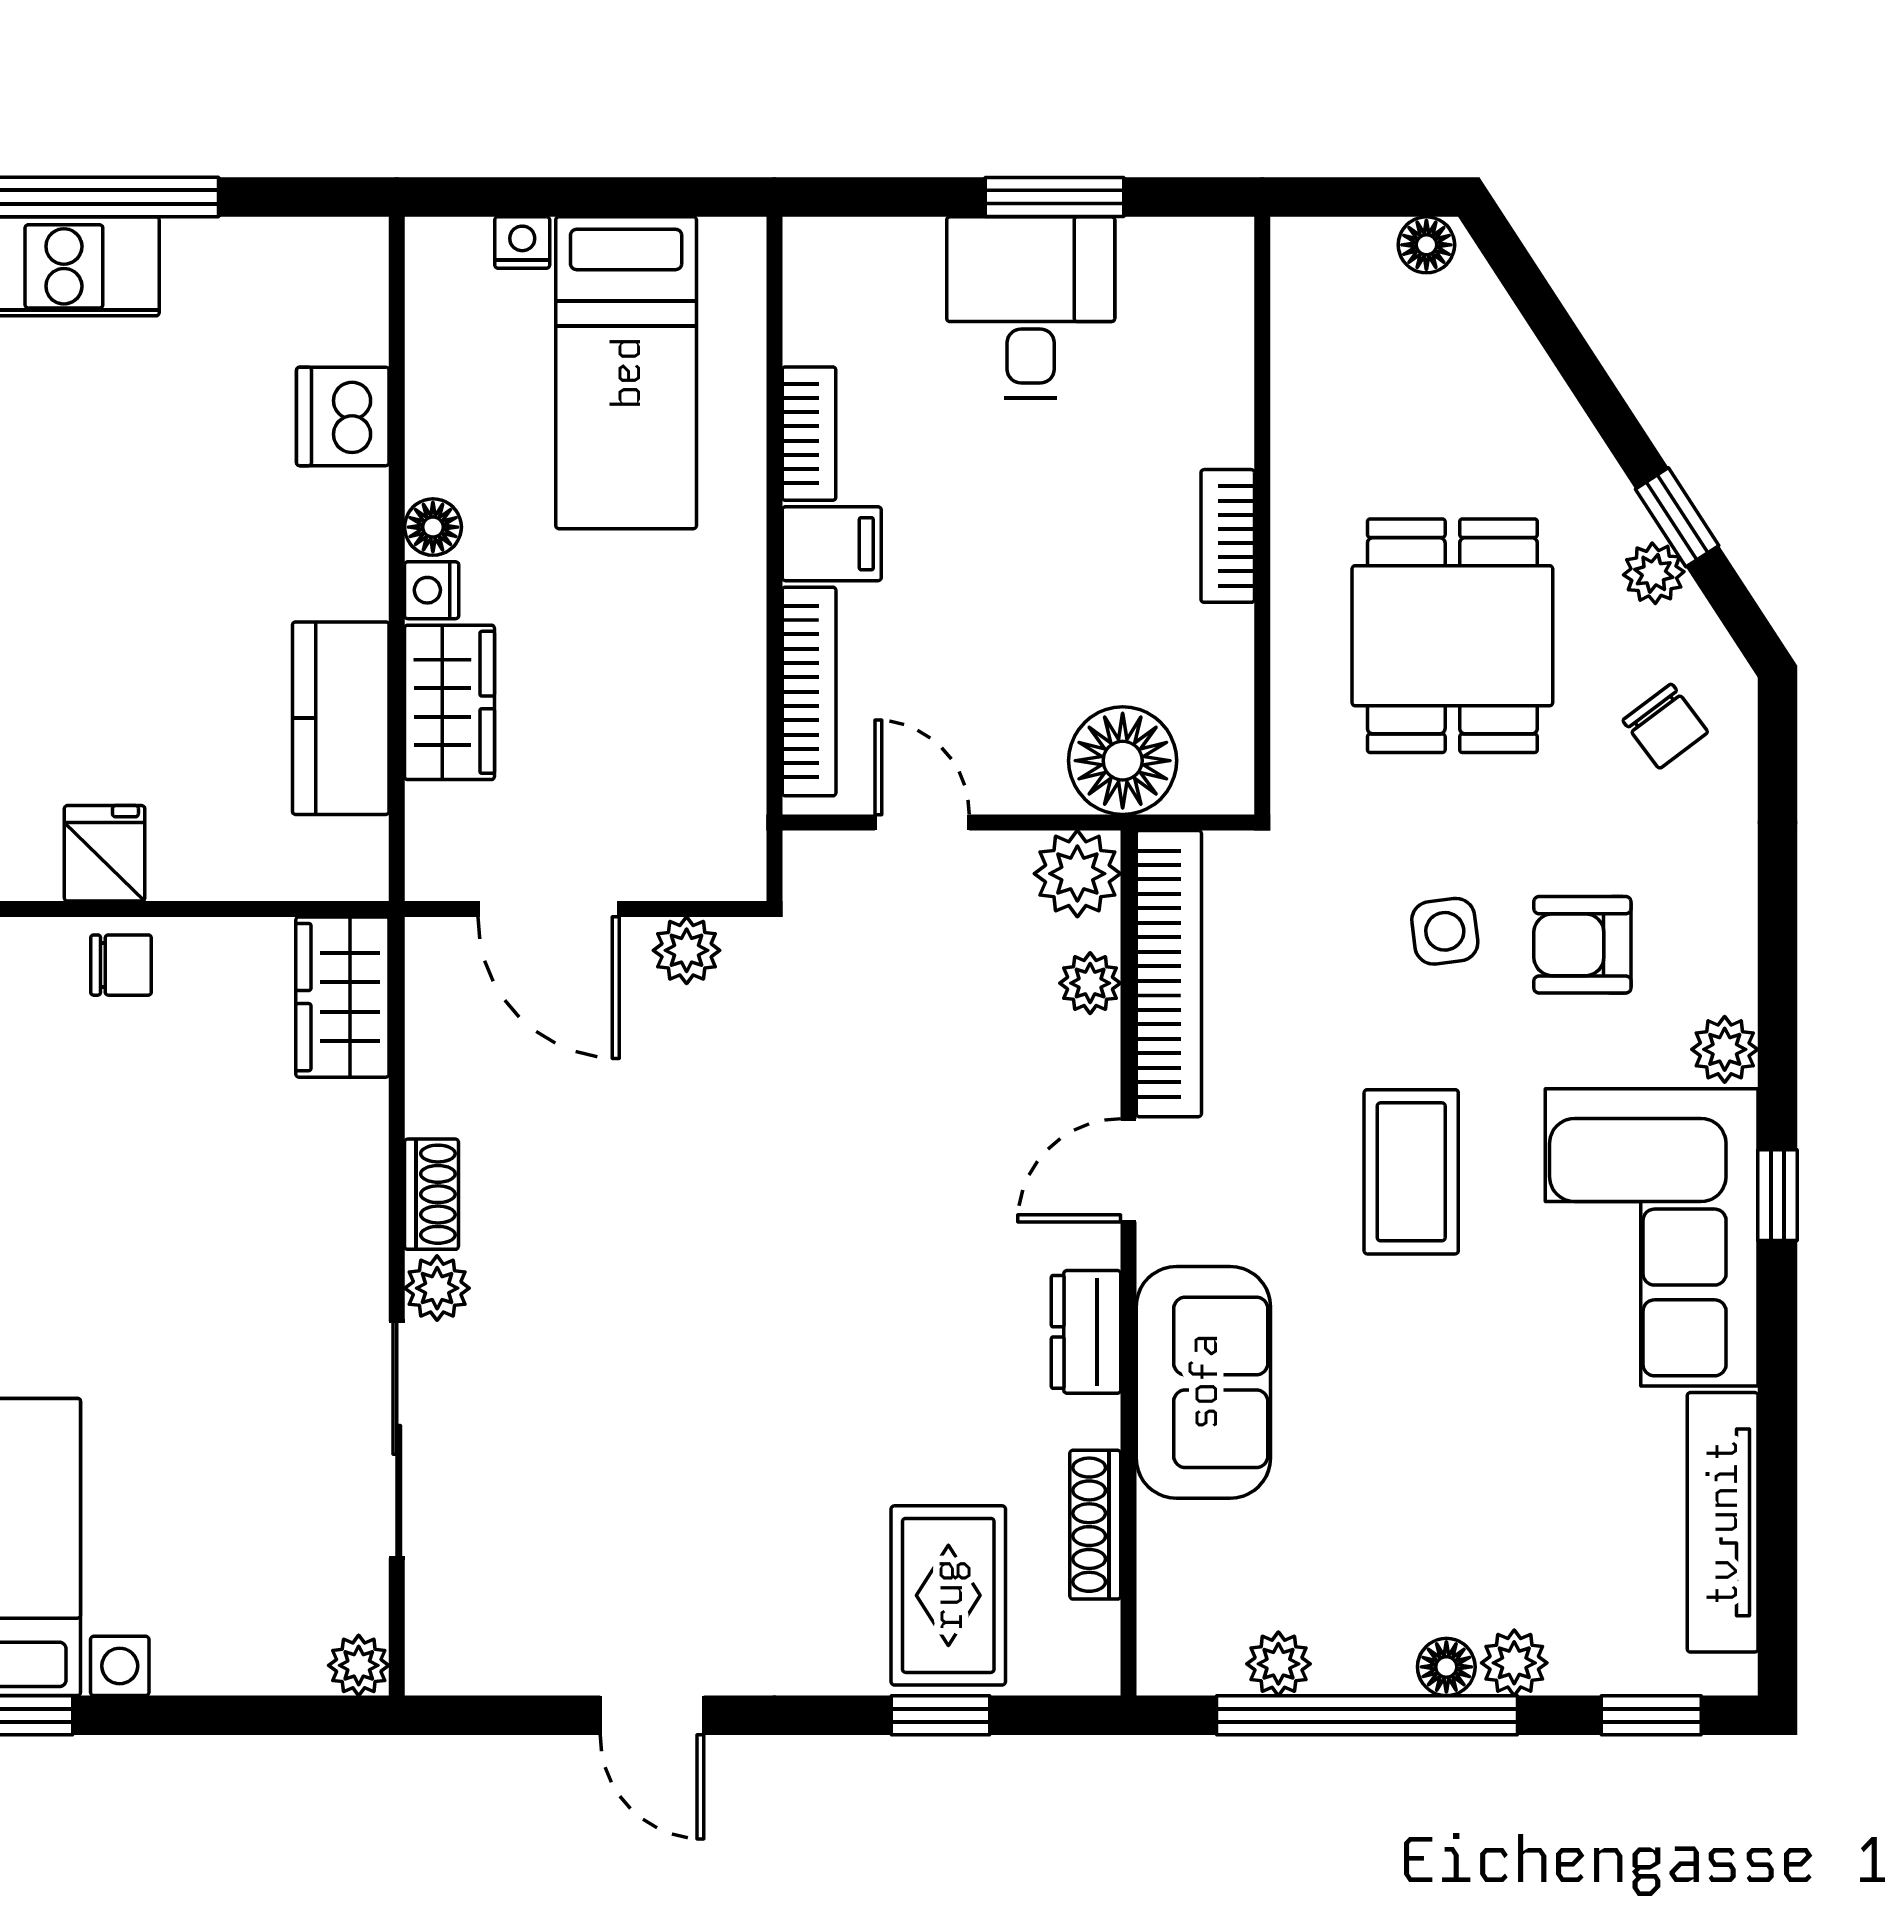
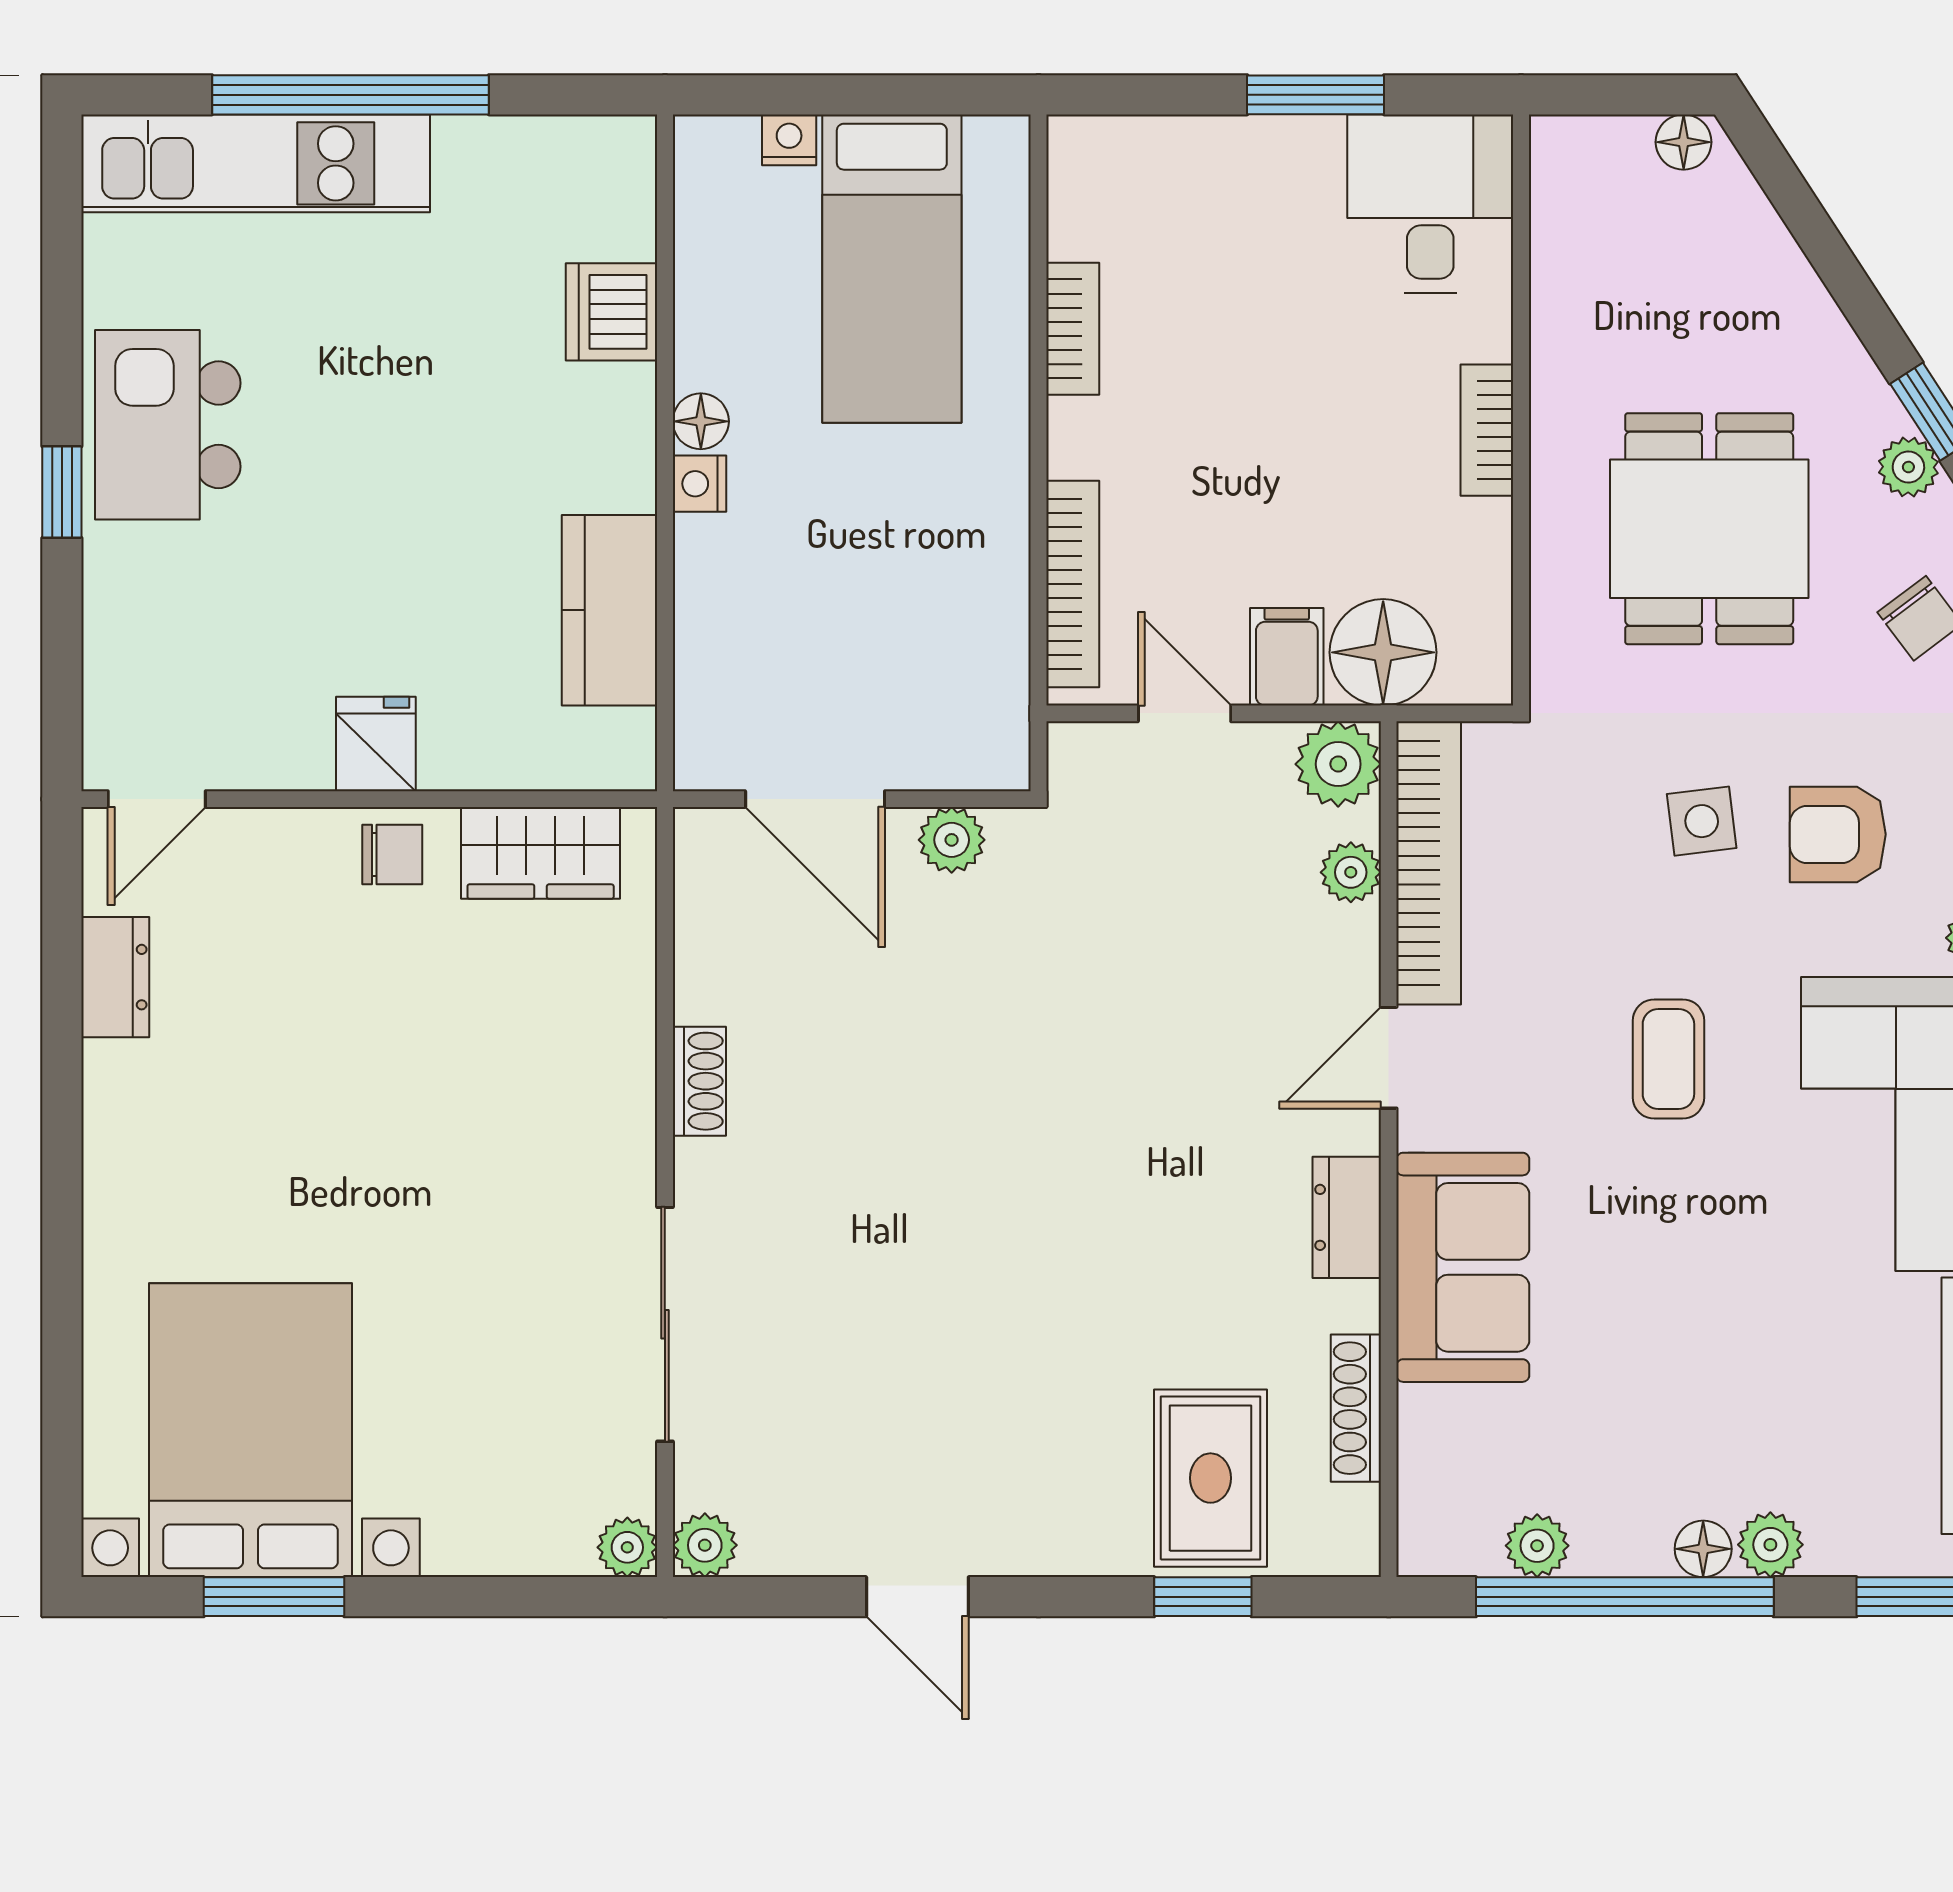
desk: (1031, 307) -> (1430, 204), moved
filing cabinet: (832, 544) -> (1287, 657), moved, turned -90
wardrobe: (450, 702) -> (717, 595), removed
wardrobe: (342, 997) -> (541, 853), moved, turned -90
coffee table: (1411, 1172) -> (1668, 1059), width x0.73, depth x0.77
plant: (437, 1288) -> (705, 1545), moved

